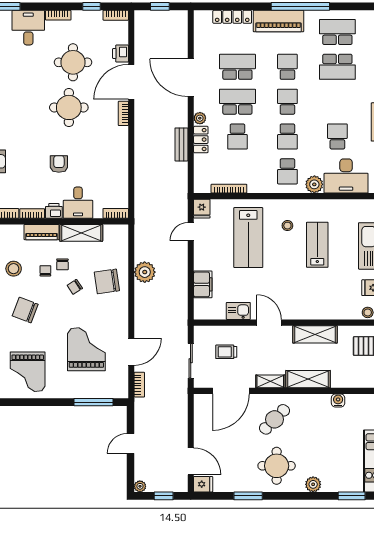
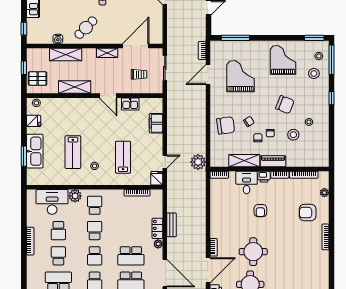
school desk: (237, 137) -> (58, 256), moved
lab bench: (248, 238) -> (123, 157), width x0.73, depth x0.72
plant: (145, 272) -> (198, 162), moved
grand piano: (86, 349) -> (241, 76), turned 180
shelving: (308, 379) -> (66, 55), moved
cafe table: (274, 419) -> (86, 28), moved

